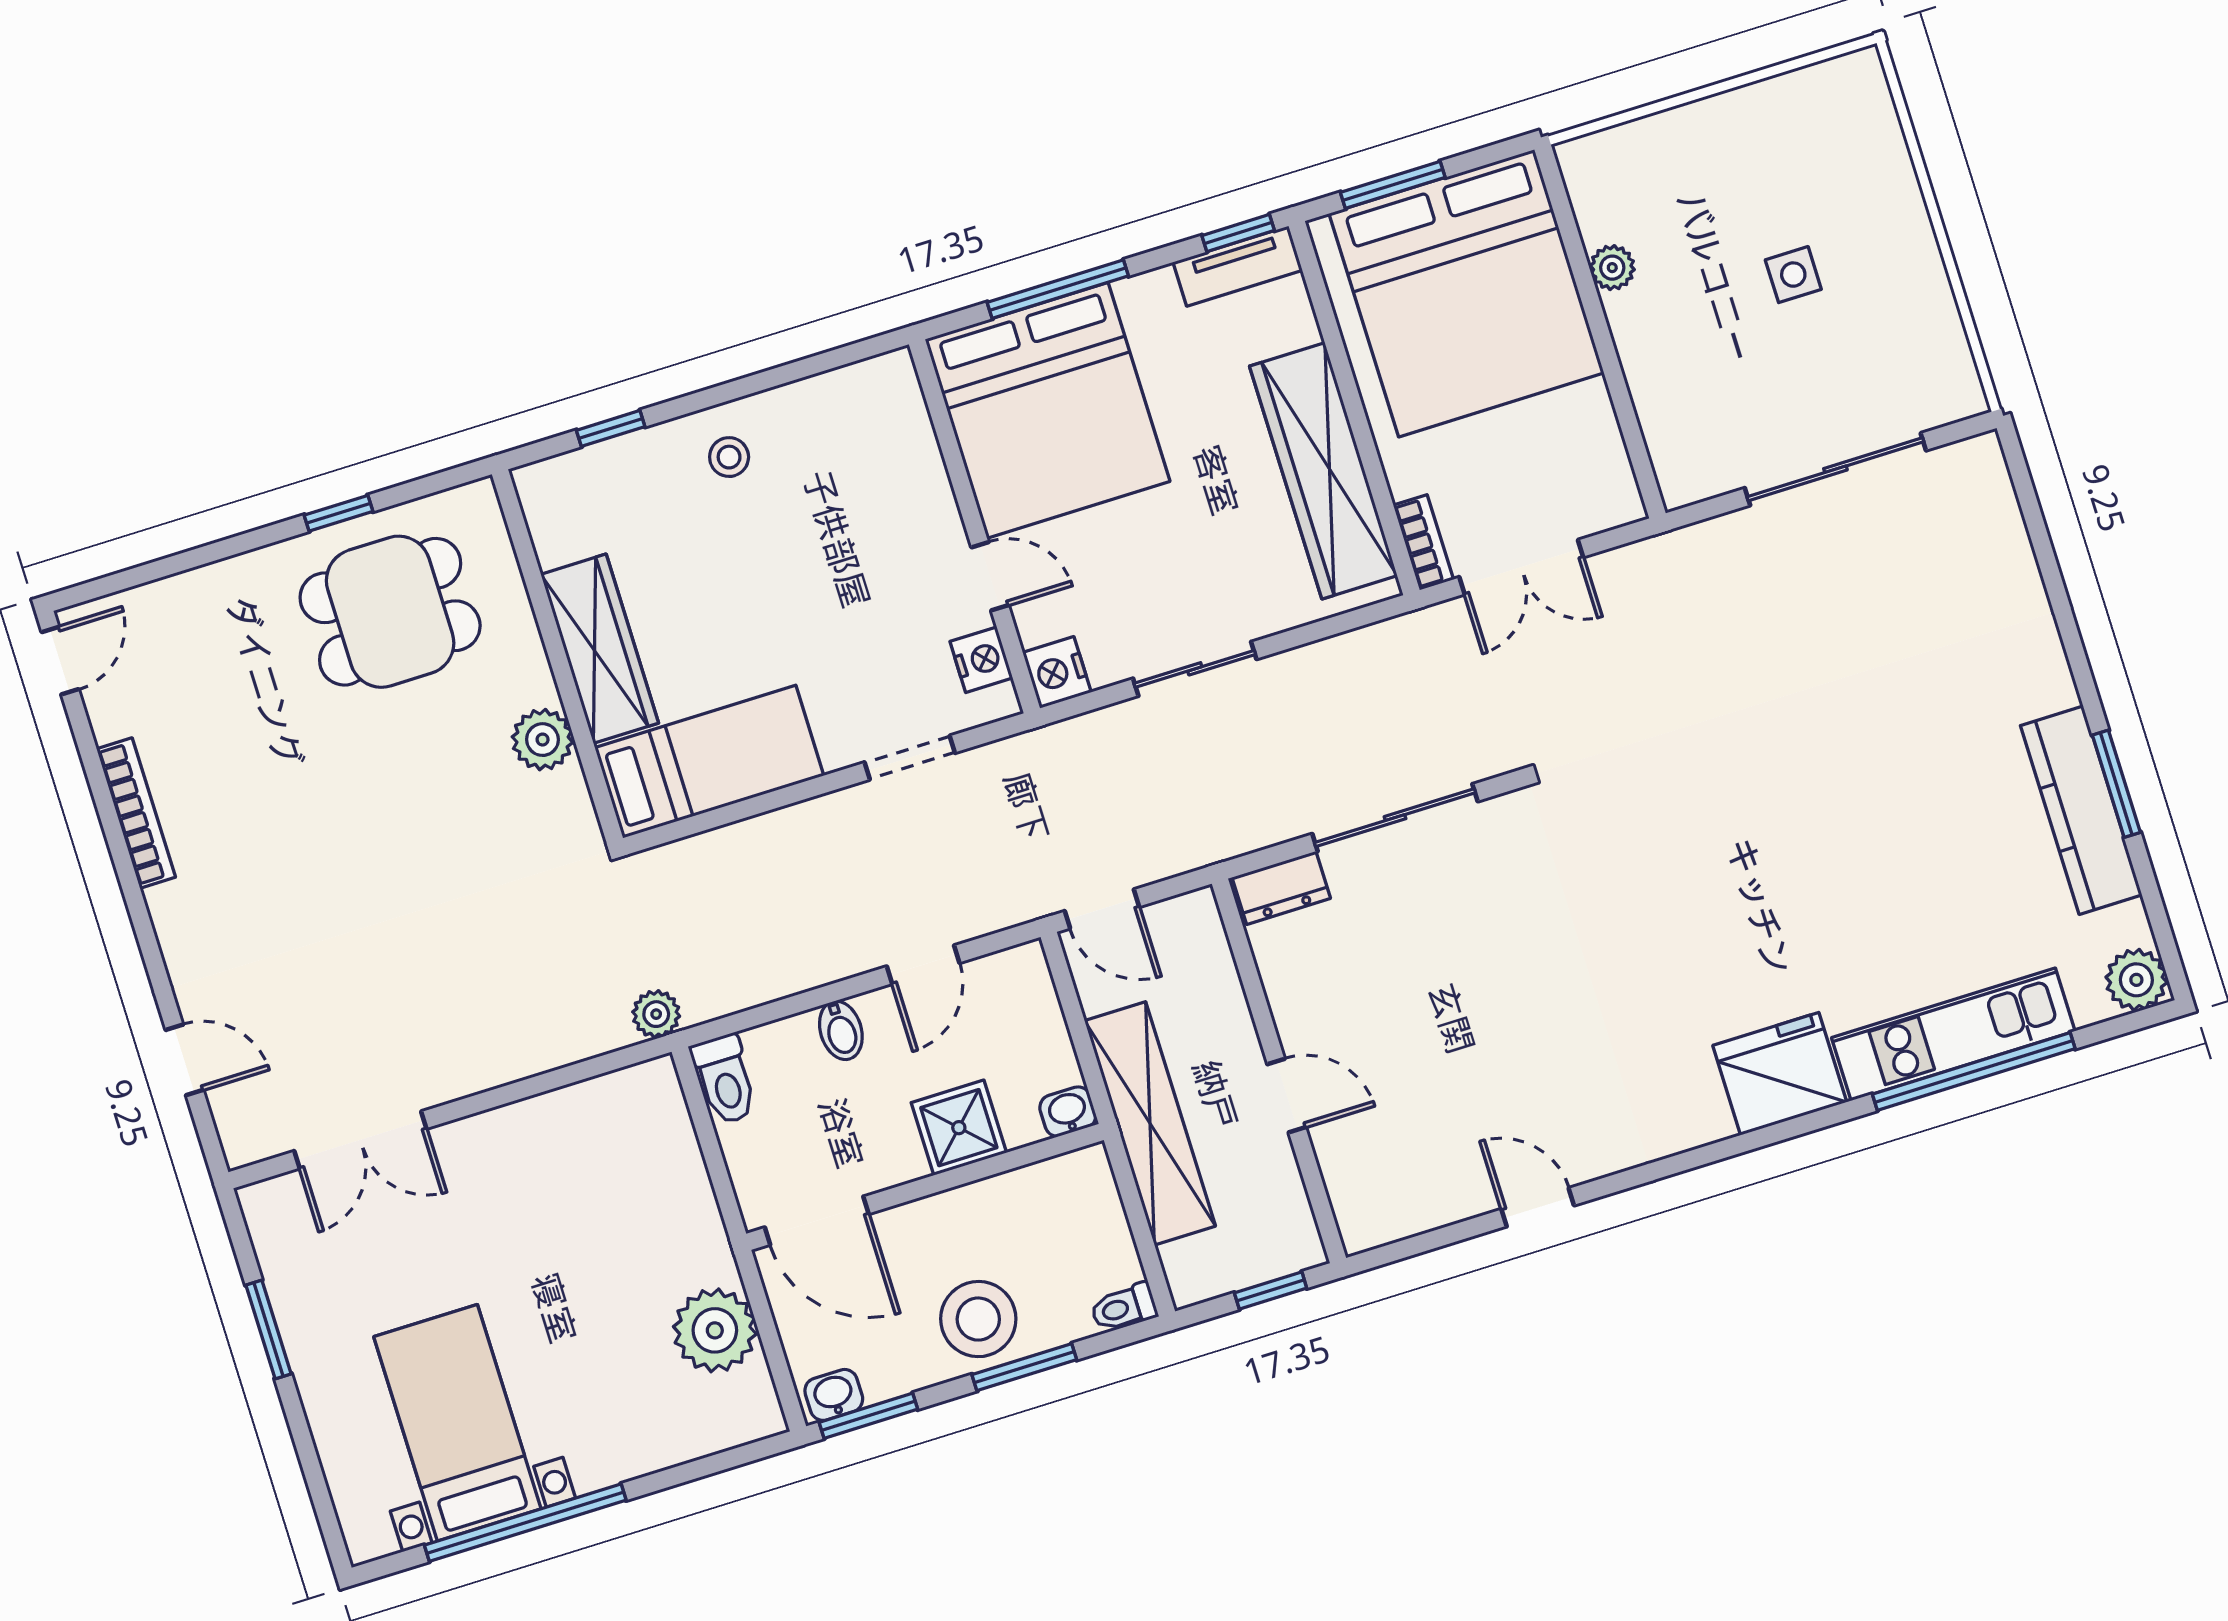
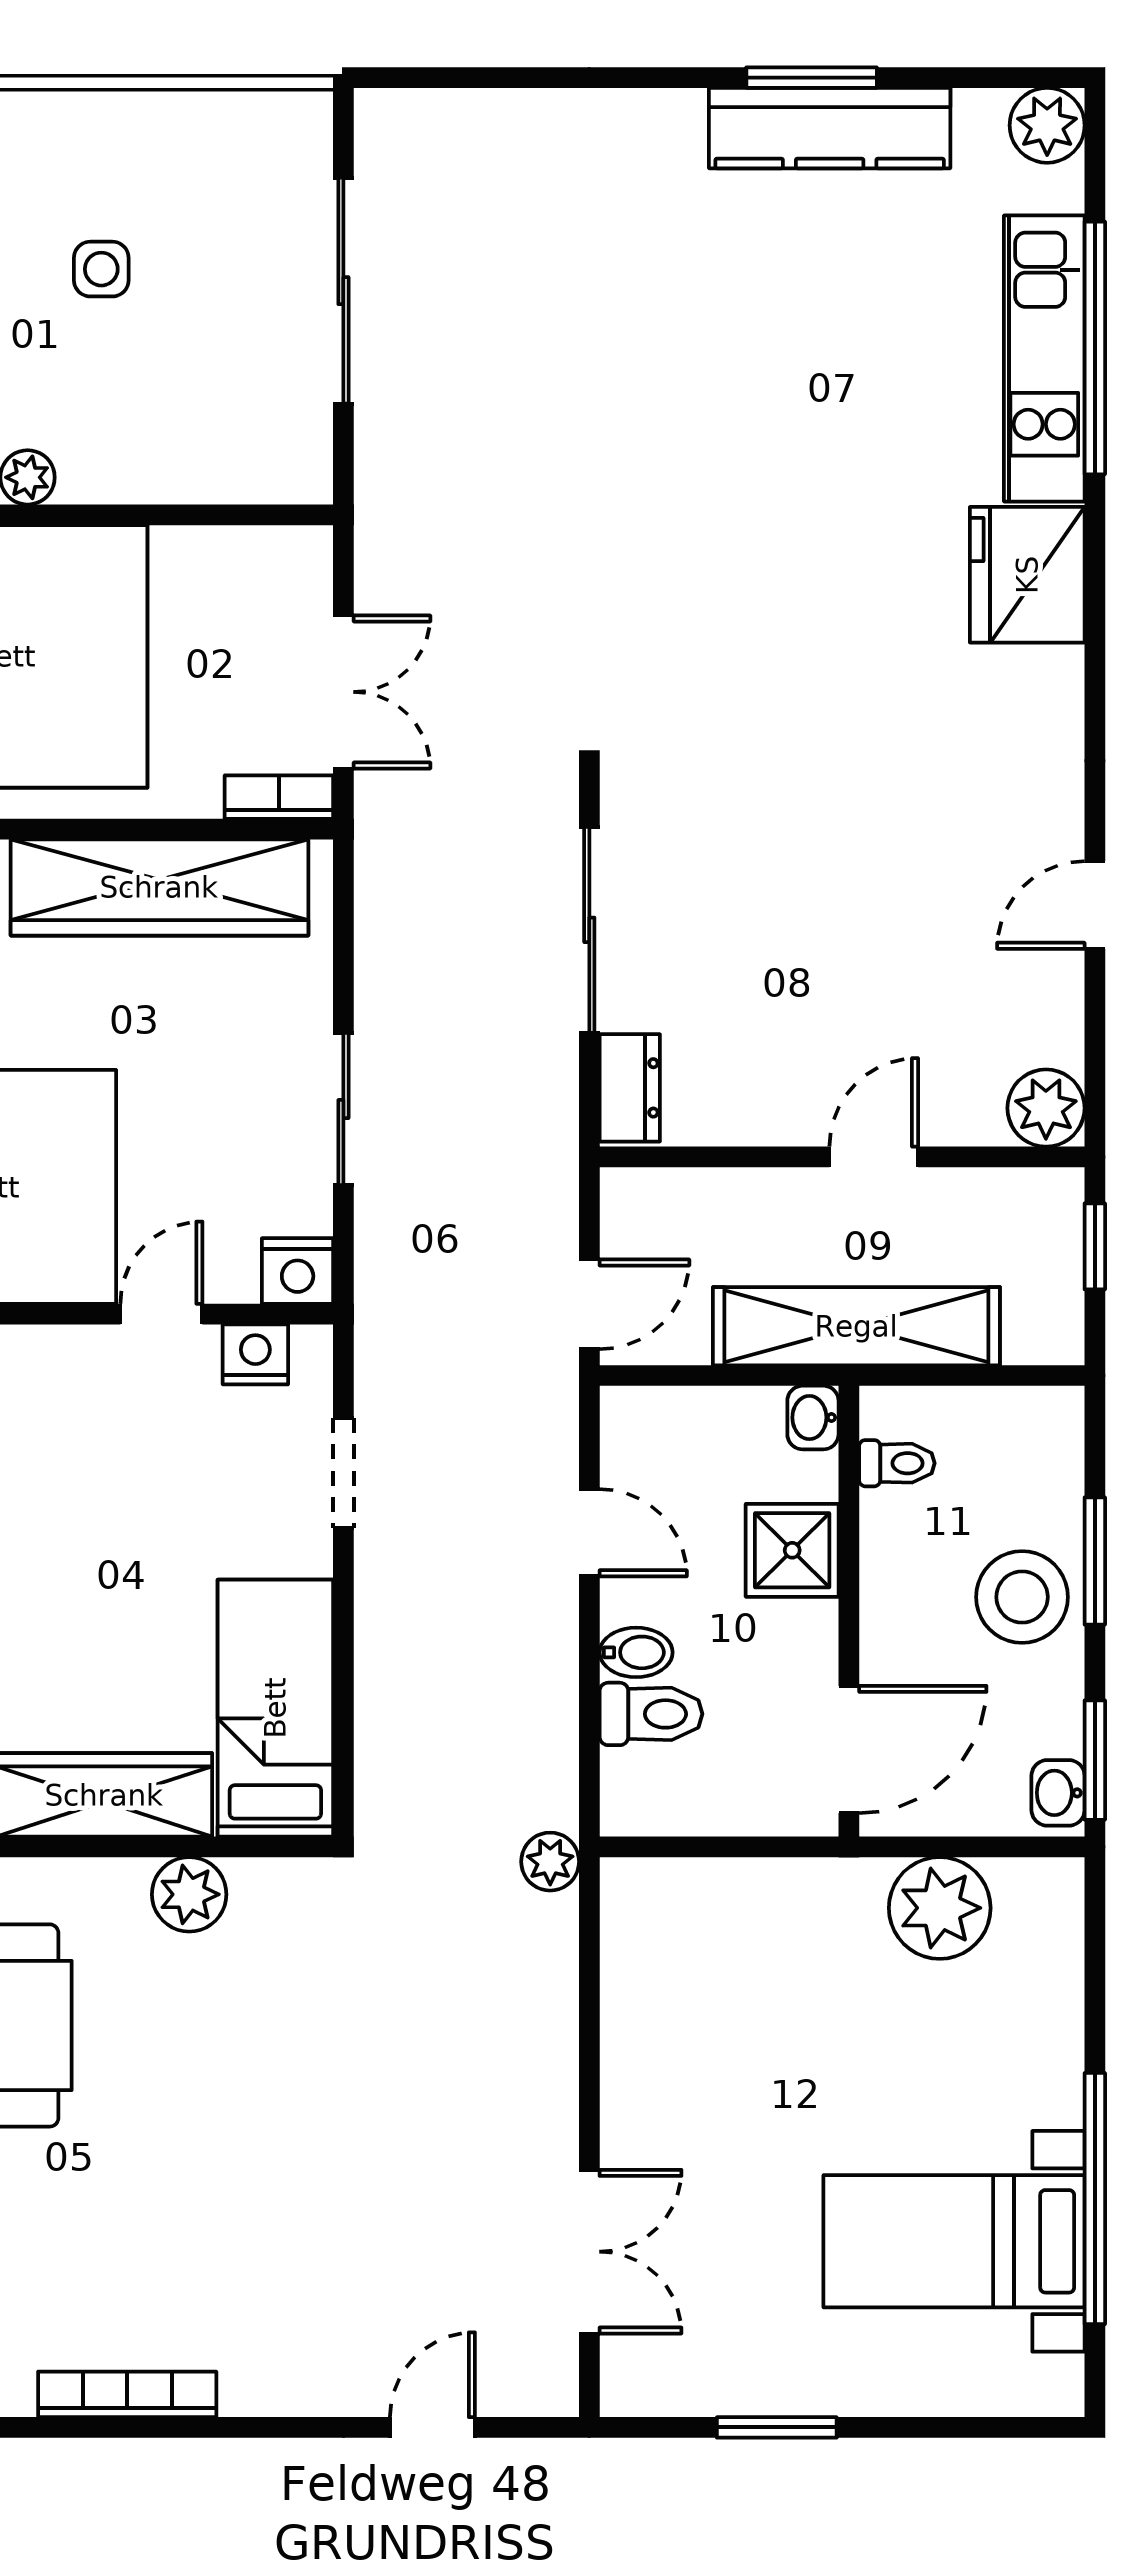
toilet: (725, 1079) -> (651, 1714), moved
plant: (1367, 1219) -> (1046, 1108), added
toilet: (1124, 1308) -> (897, 1463), moved, turned -90

